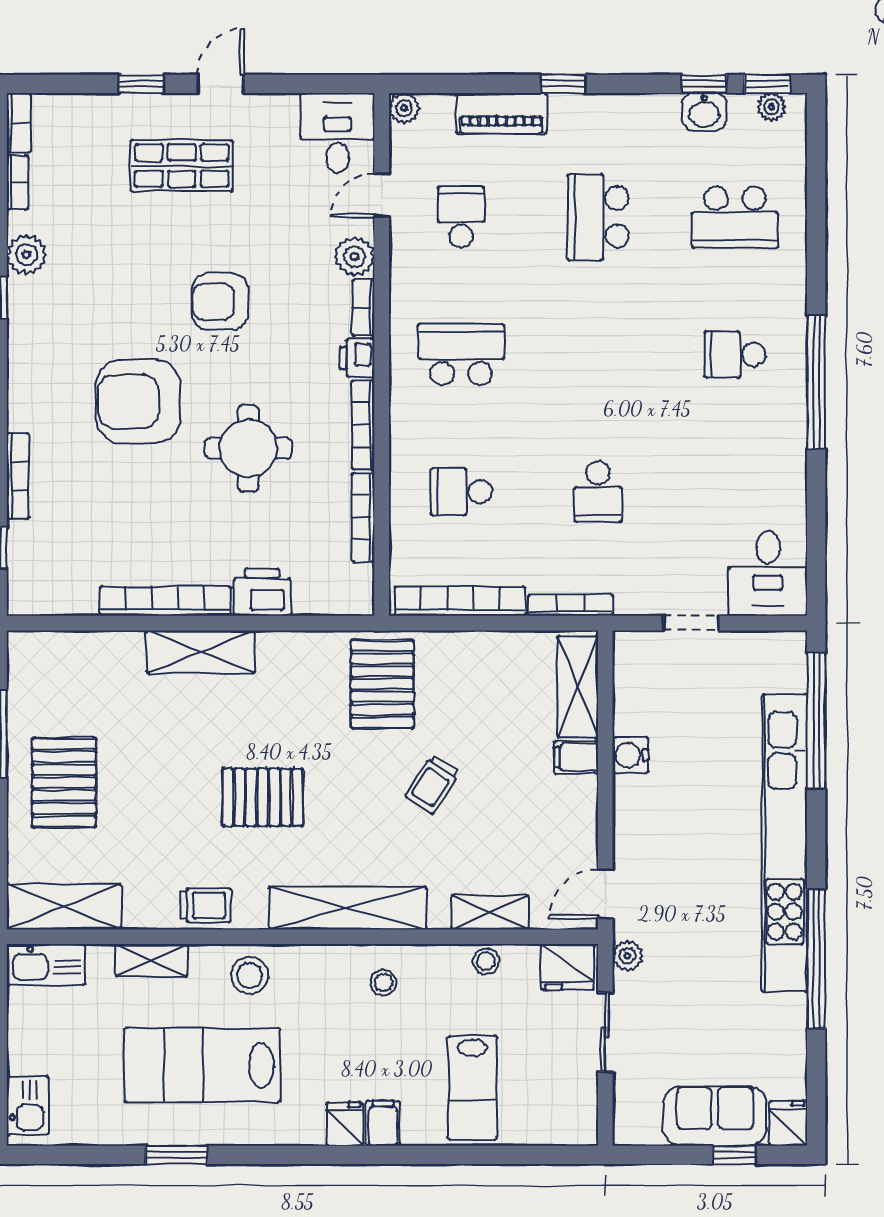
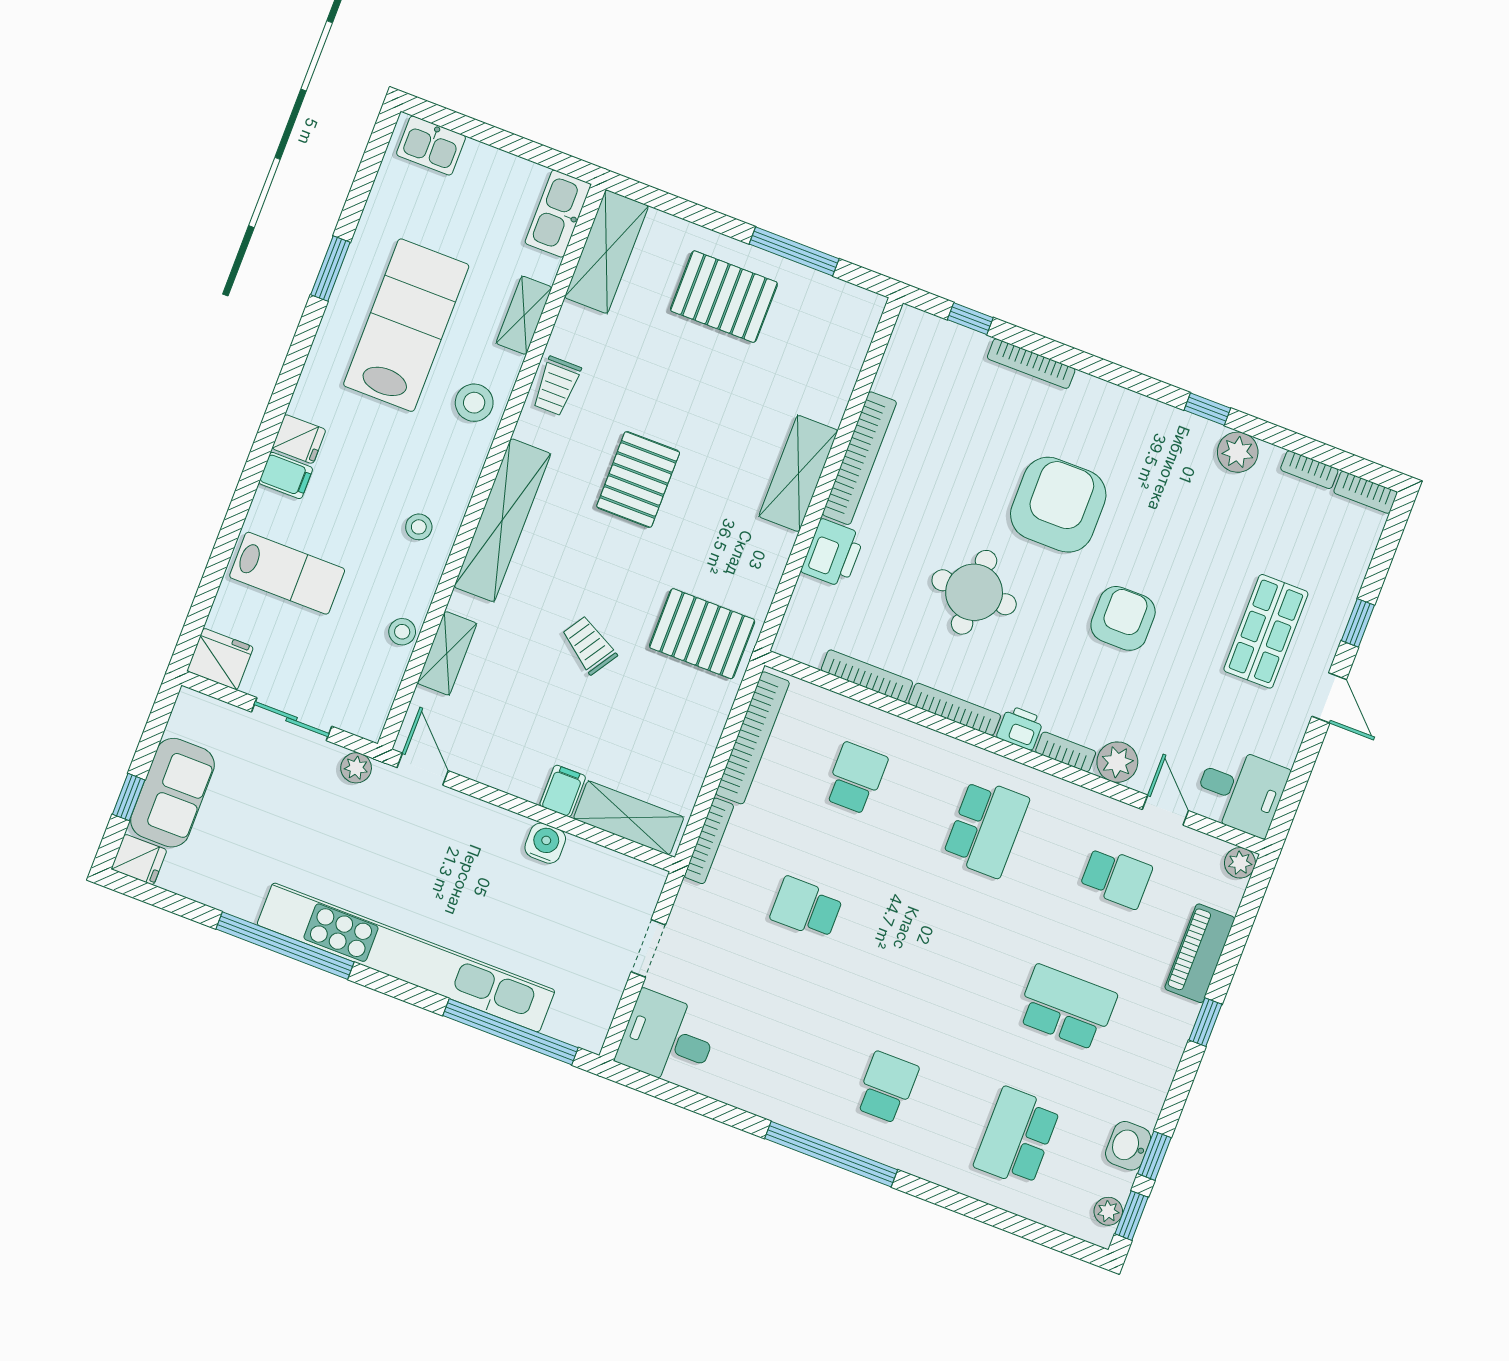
fridge: (568, 967) -> (220, 659), moved, turned 90
lab bench: (472, 1088) -> (287, 573), turned 180

